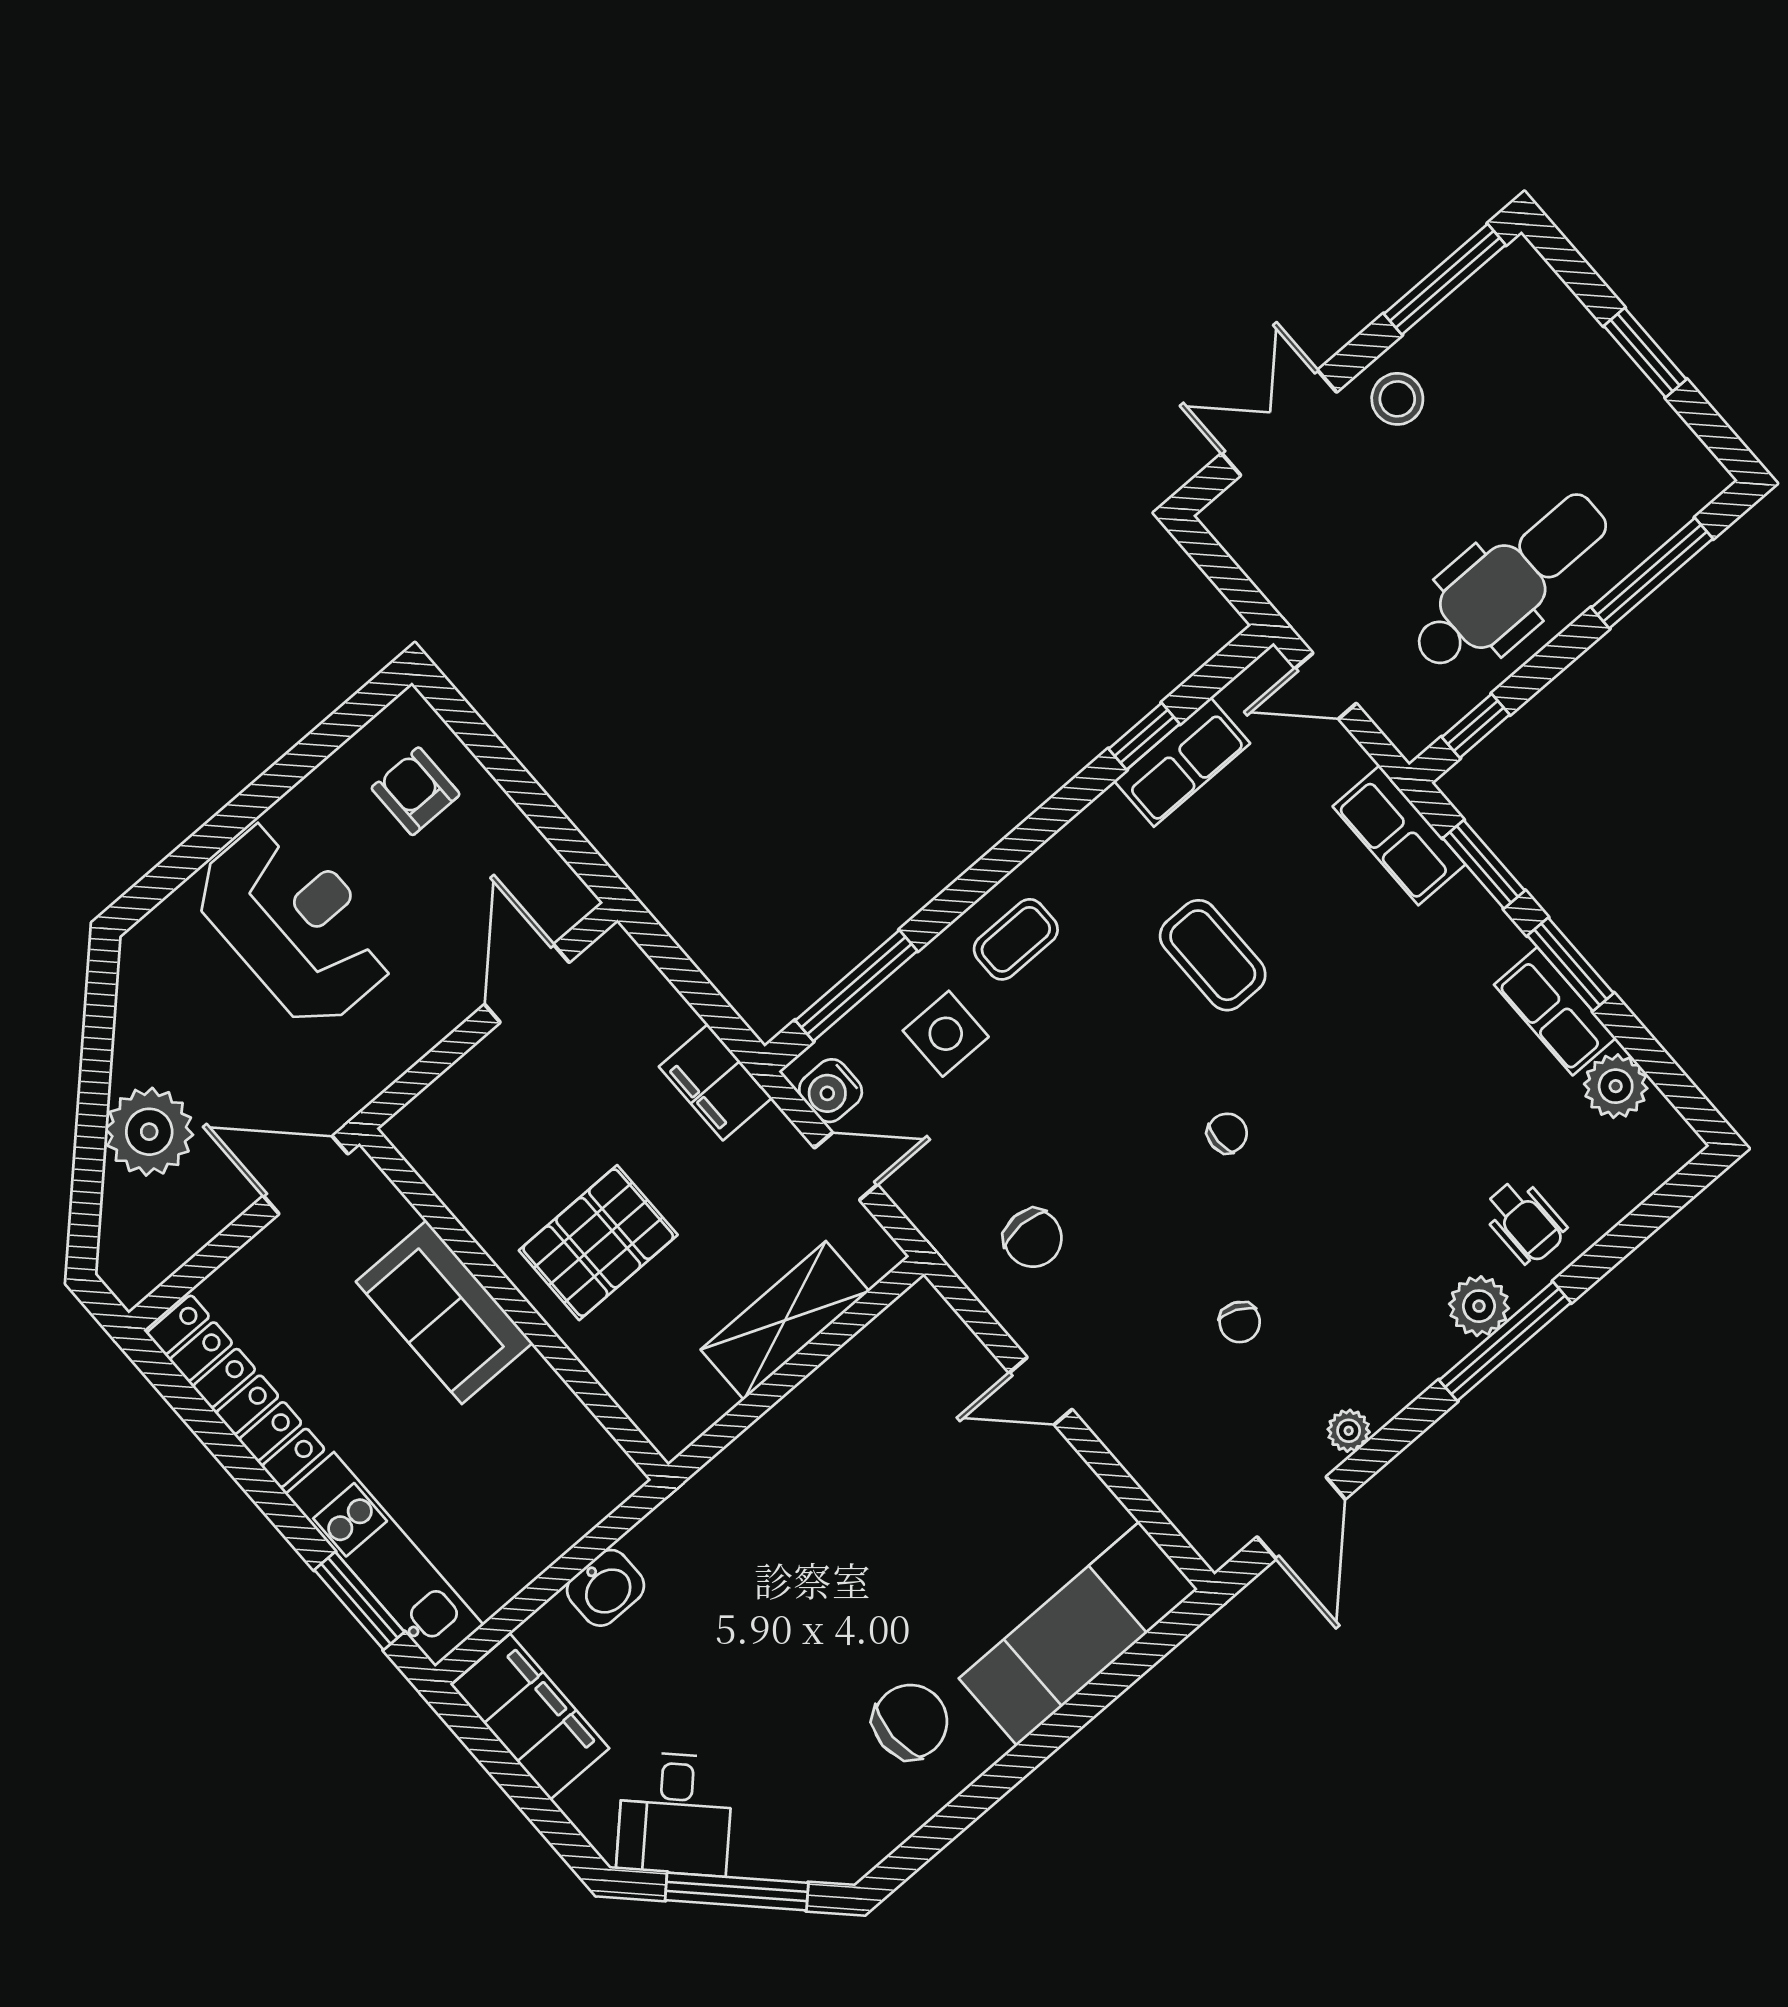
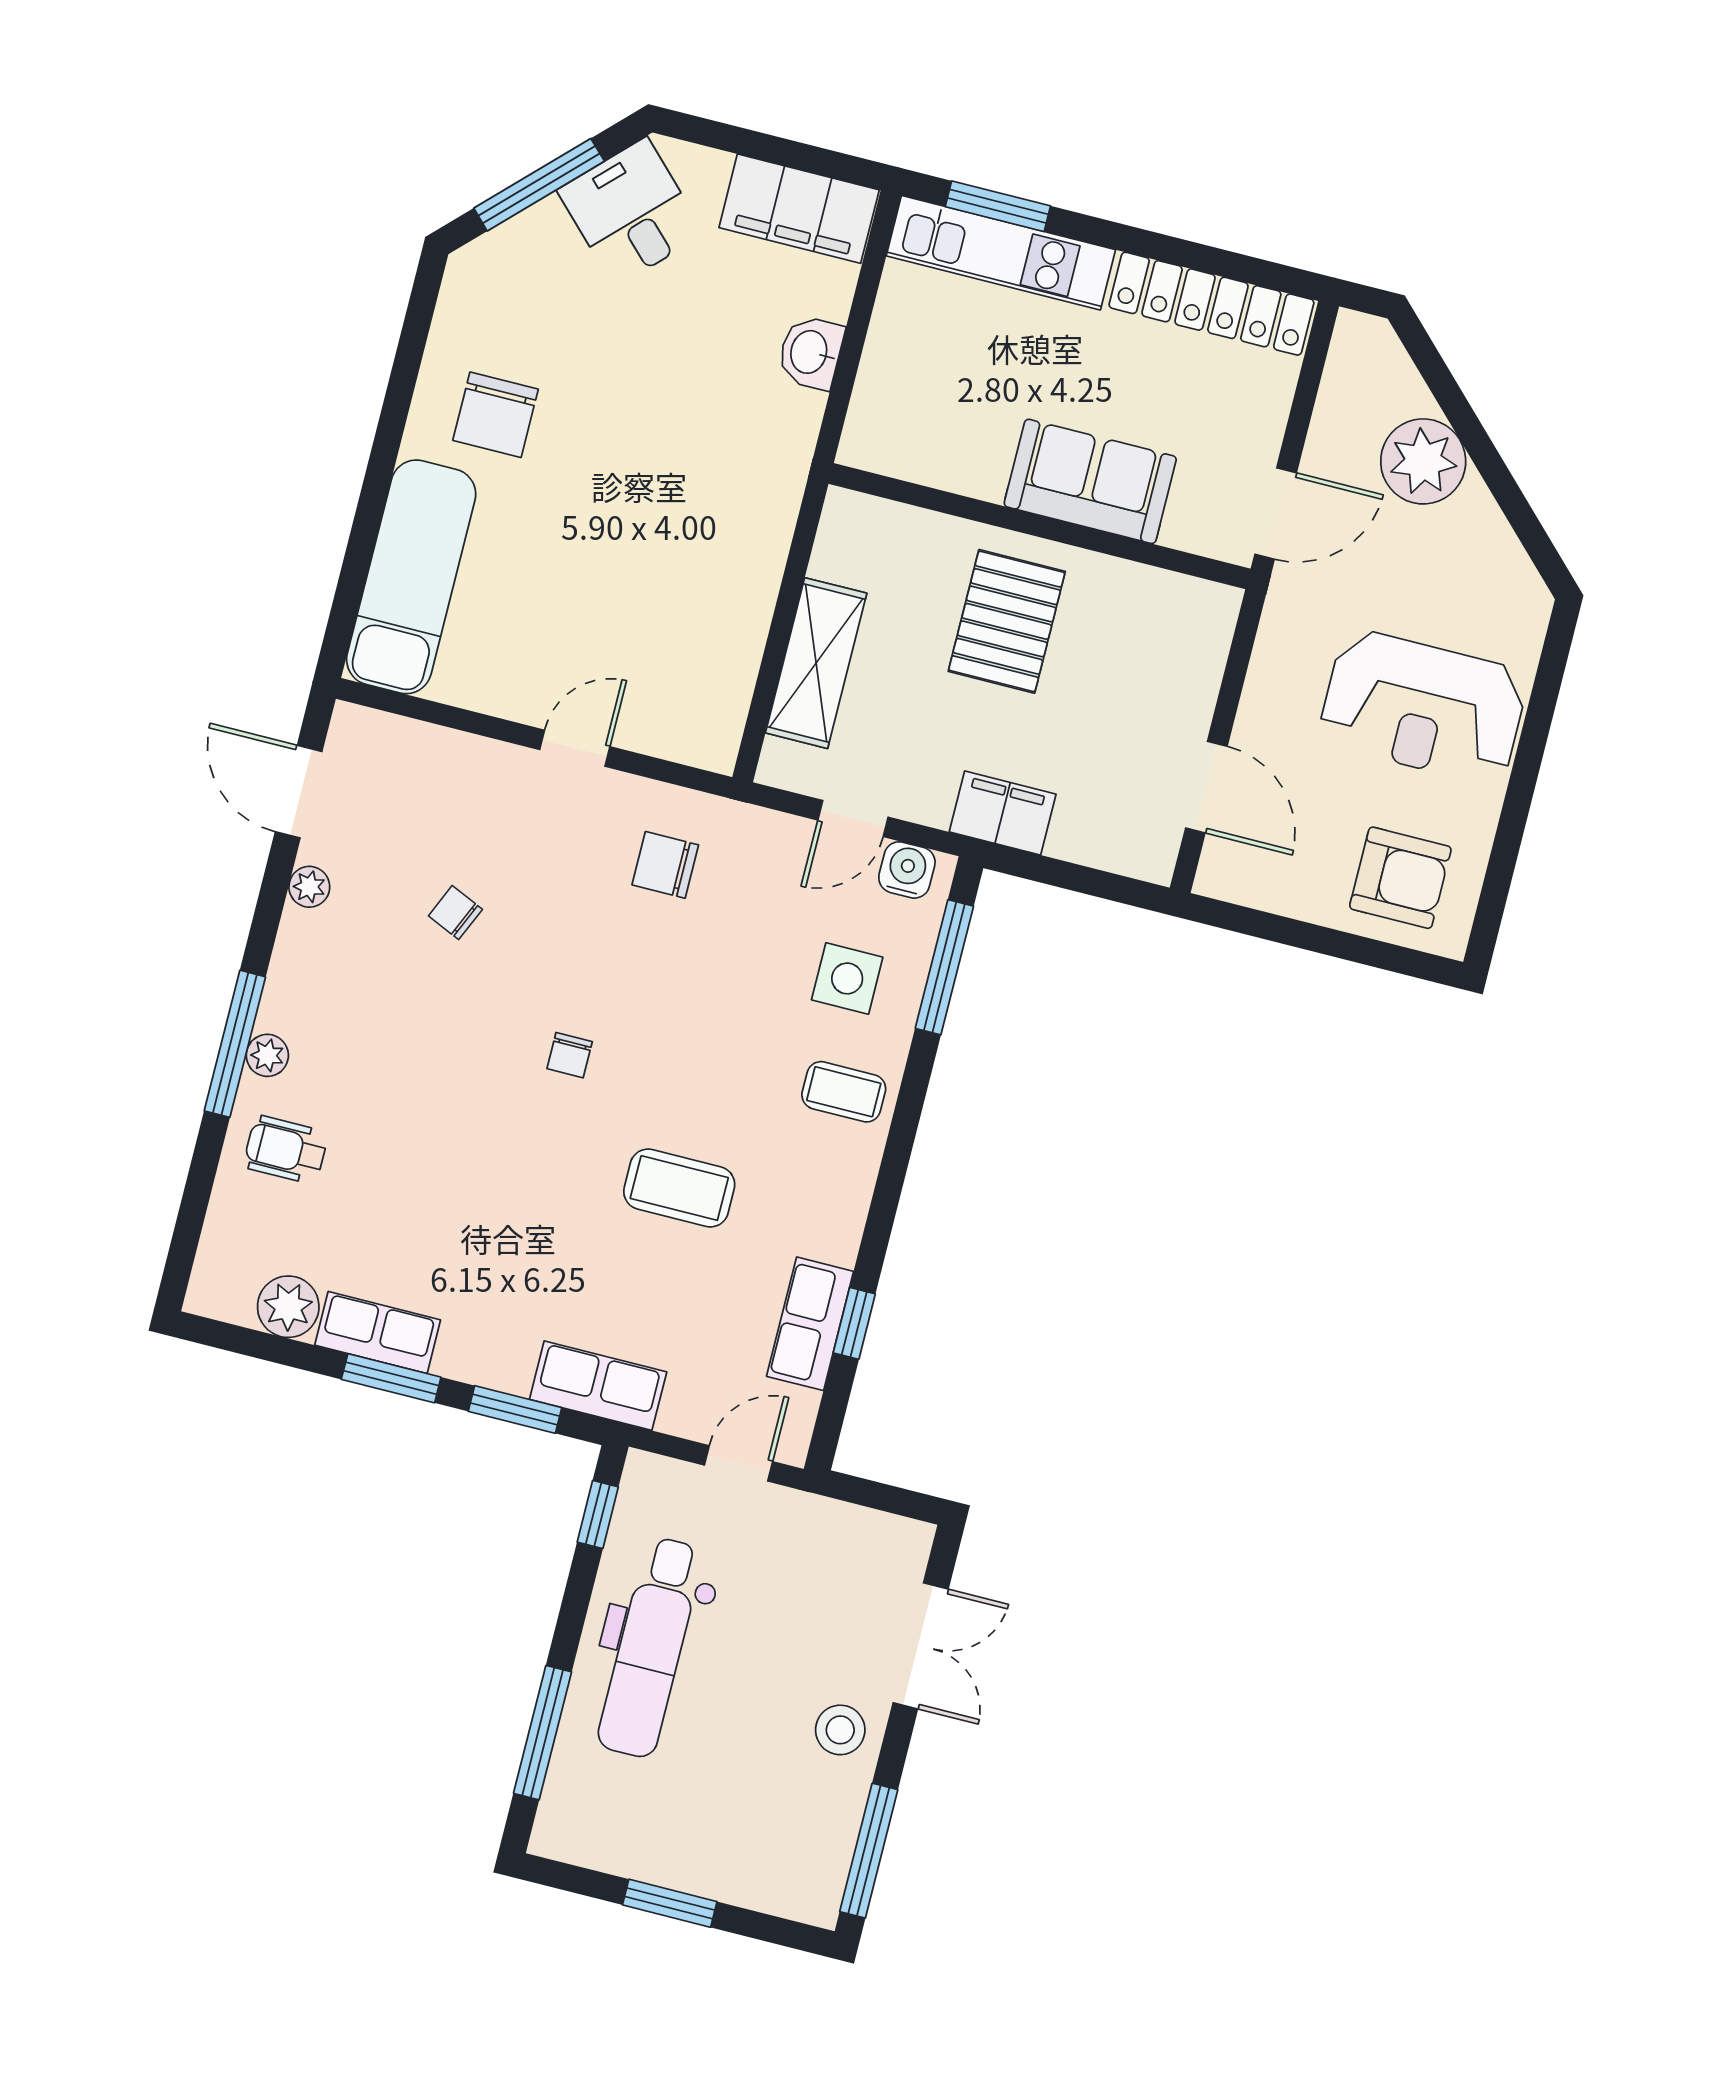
armchair: (416, 791) -> (1400, 878), width x1.38, depth x1.38
coffee table: (1016, 939) -> (844, 1092), turned 90
plant: (1479, 1306) -> (267, 1055), width x0.73, depth x0.73

